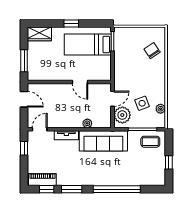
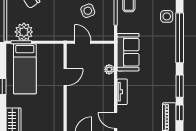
plant: (122, 115) -> (24, 32), moved
sofa: (103, 141) -> (128, 52), width x0.73
side table: (137, 177) -> (167, 16), added

